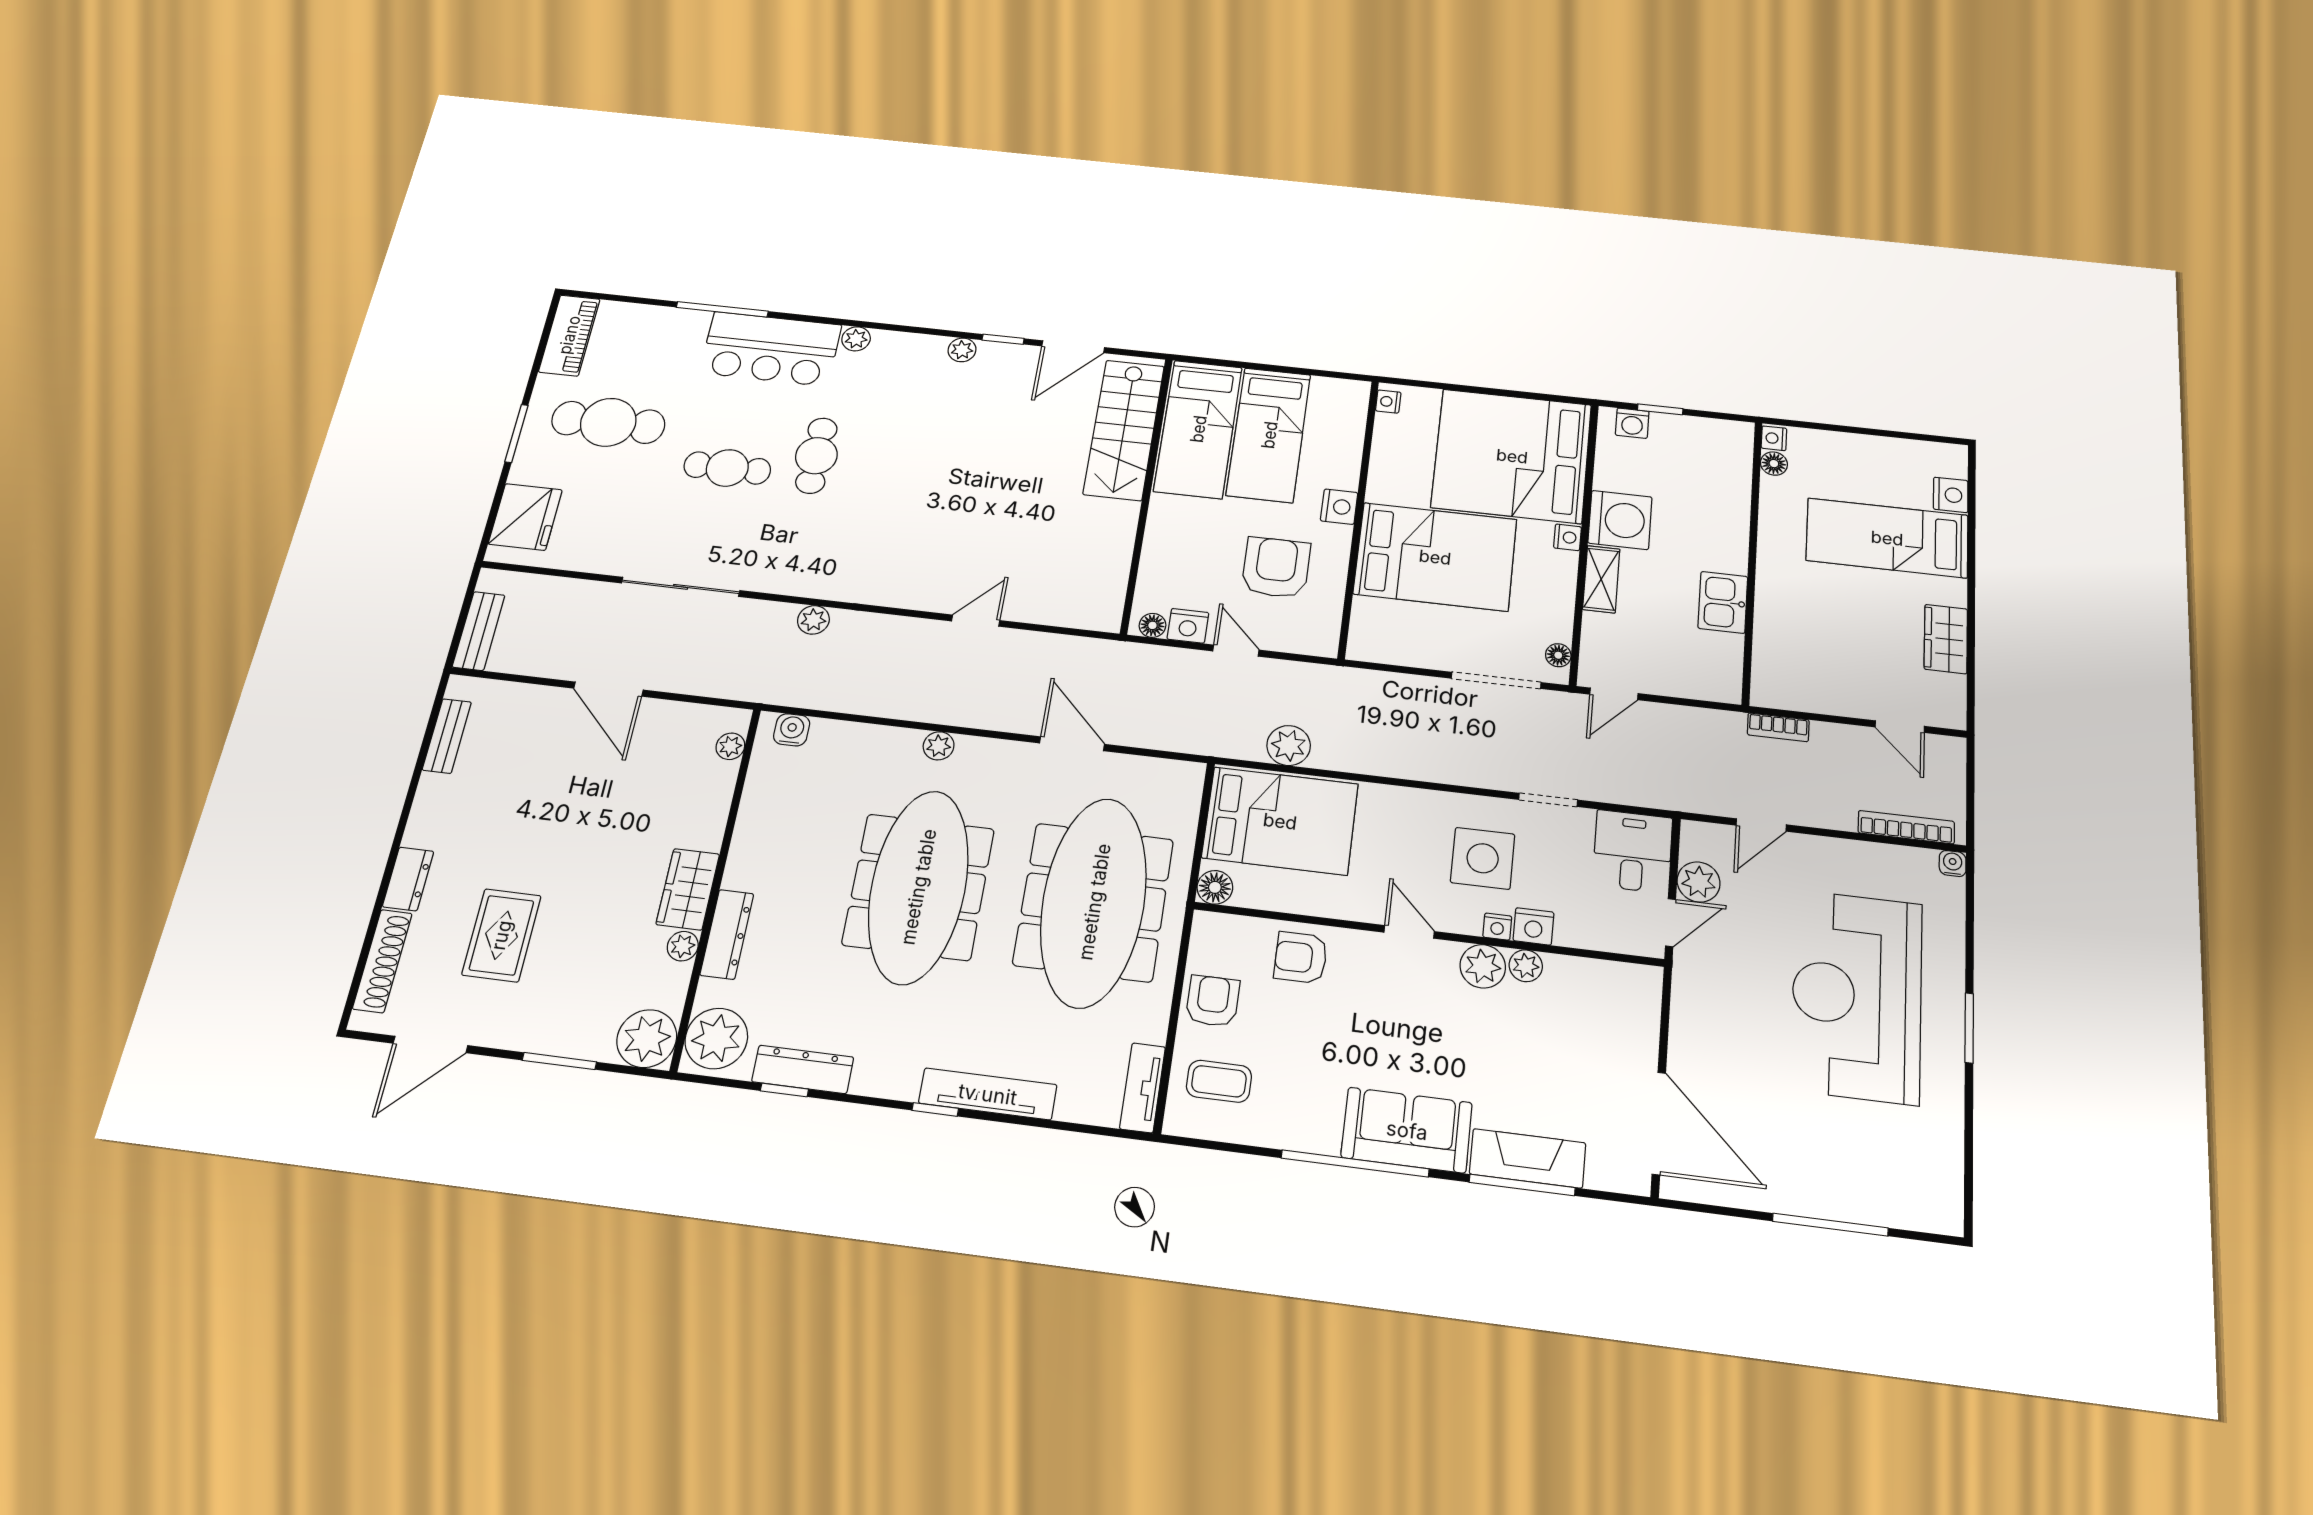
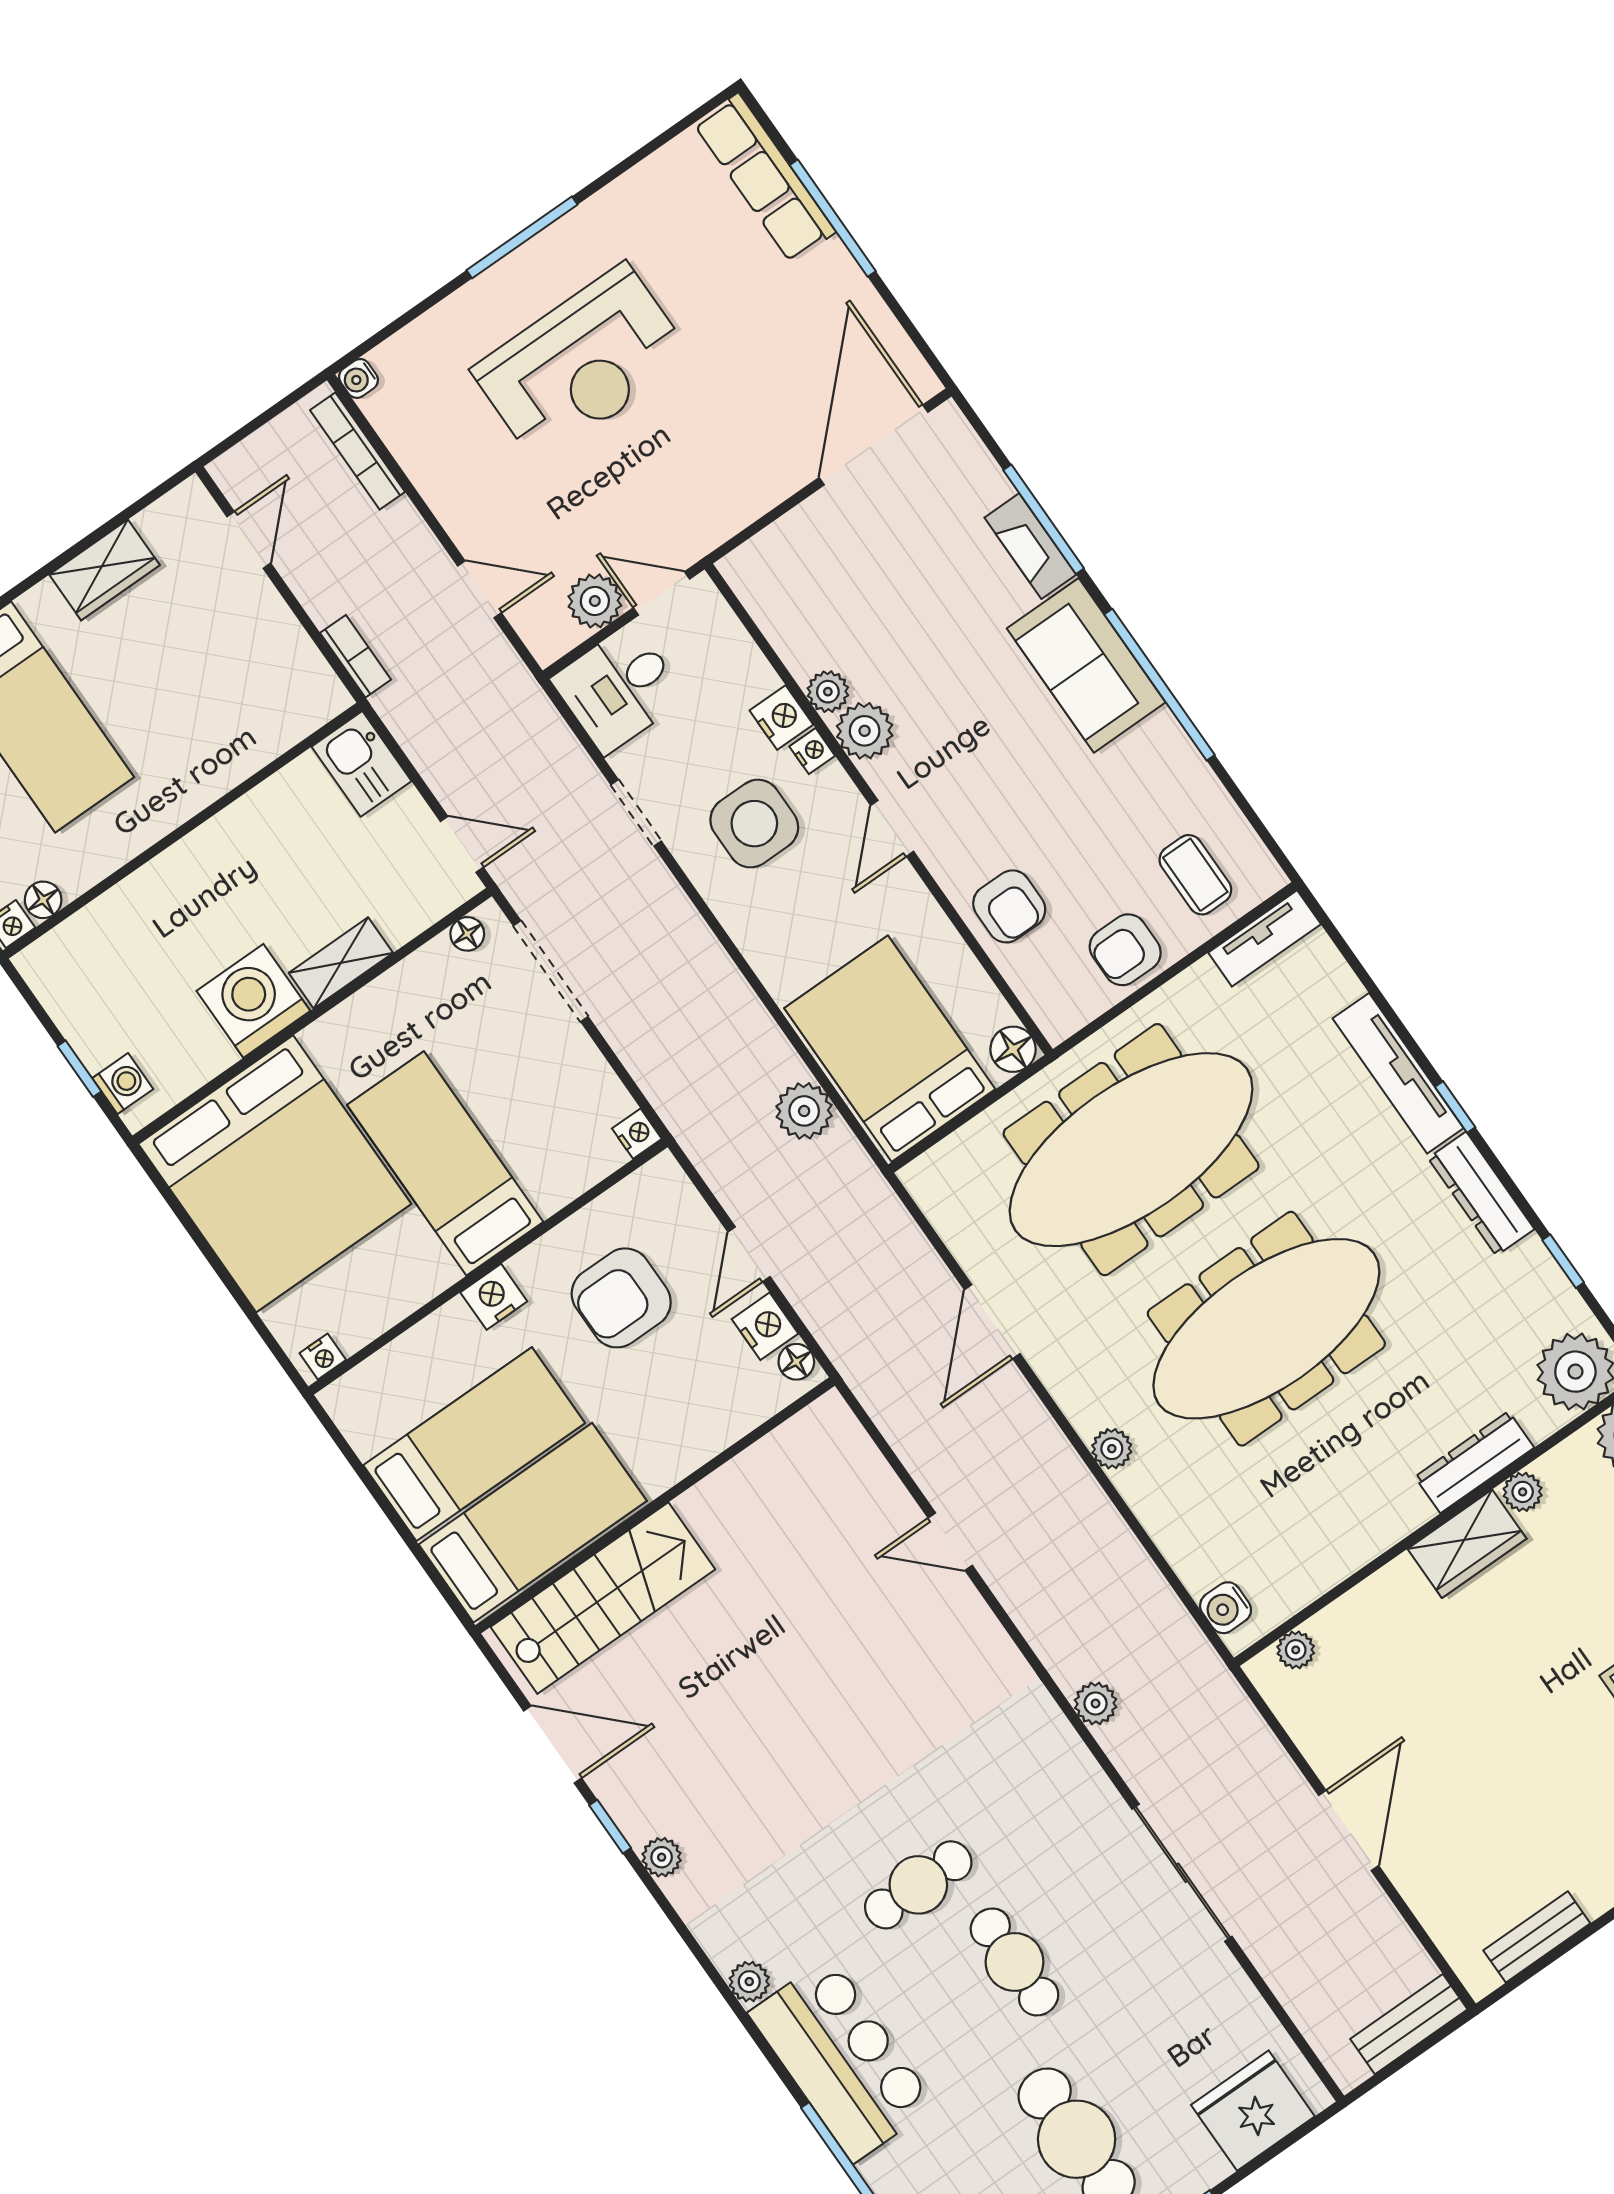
nightstand: (1567, 537) -> (637, 1134), moved, turned 90
bed: (1435, 557) -> (445, 1163), width x0.67
kitchen sink: (1723, 602) -> (361, 764), moved, turned 90
reception desk: (1857, 996) -> (582, 364), width x0.74, depth x0.77
window: (1969, 1028) -> (522, 237), width x1.44
dresser: (803, 1069) -> (1481, 1194), moved
fireplace: (1528, 1158) -> (1030, 546), width x0.73, depth x0.76
row of seats: (1892, 1205) -> (765, 178), added

